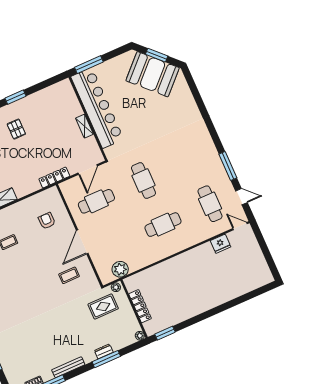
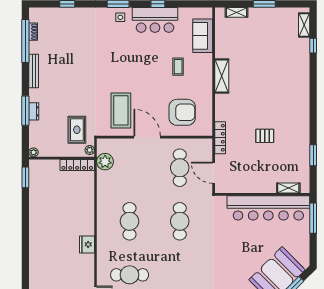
window: (16, 97) -> (313, 155), moved
shelving: (84, 126) -> (288, 188), moved
pallet: (16, 129) -> (265, 136), moved
cafe table: (143, 181) -> (180, 221), turned 90
armchair: (47, 221) -> (182, 112), width x1.88, depth x1.88
fridge: (220, 244) -> (87, 244), moved
coffee table: (69, 275) -> (121, 110), width x1.86, depth x1.72
locker: (140, 306) -> (77, 165), moved

